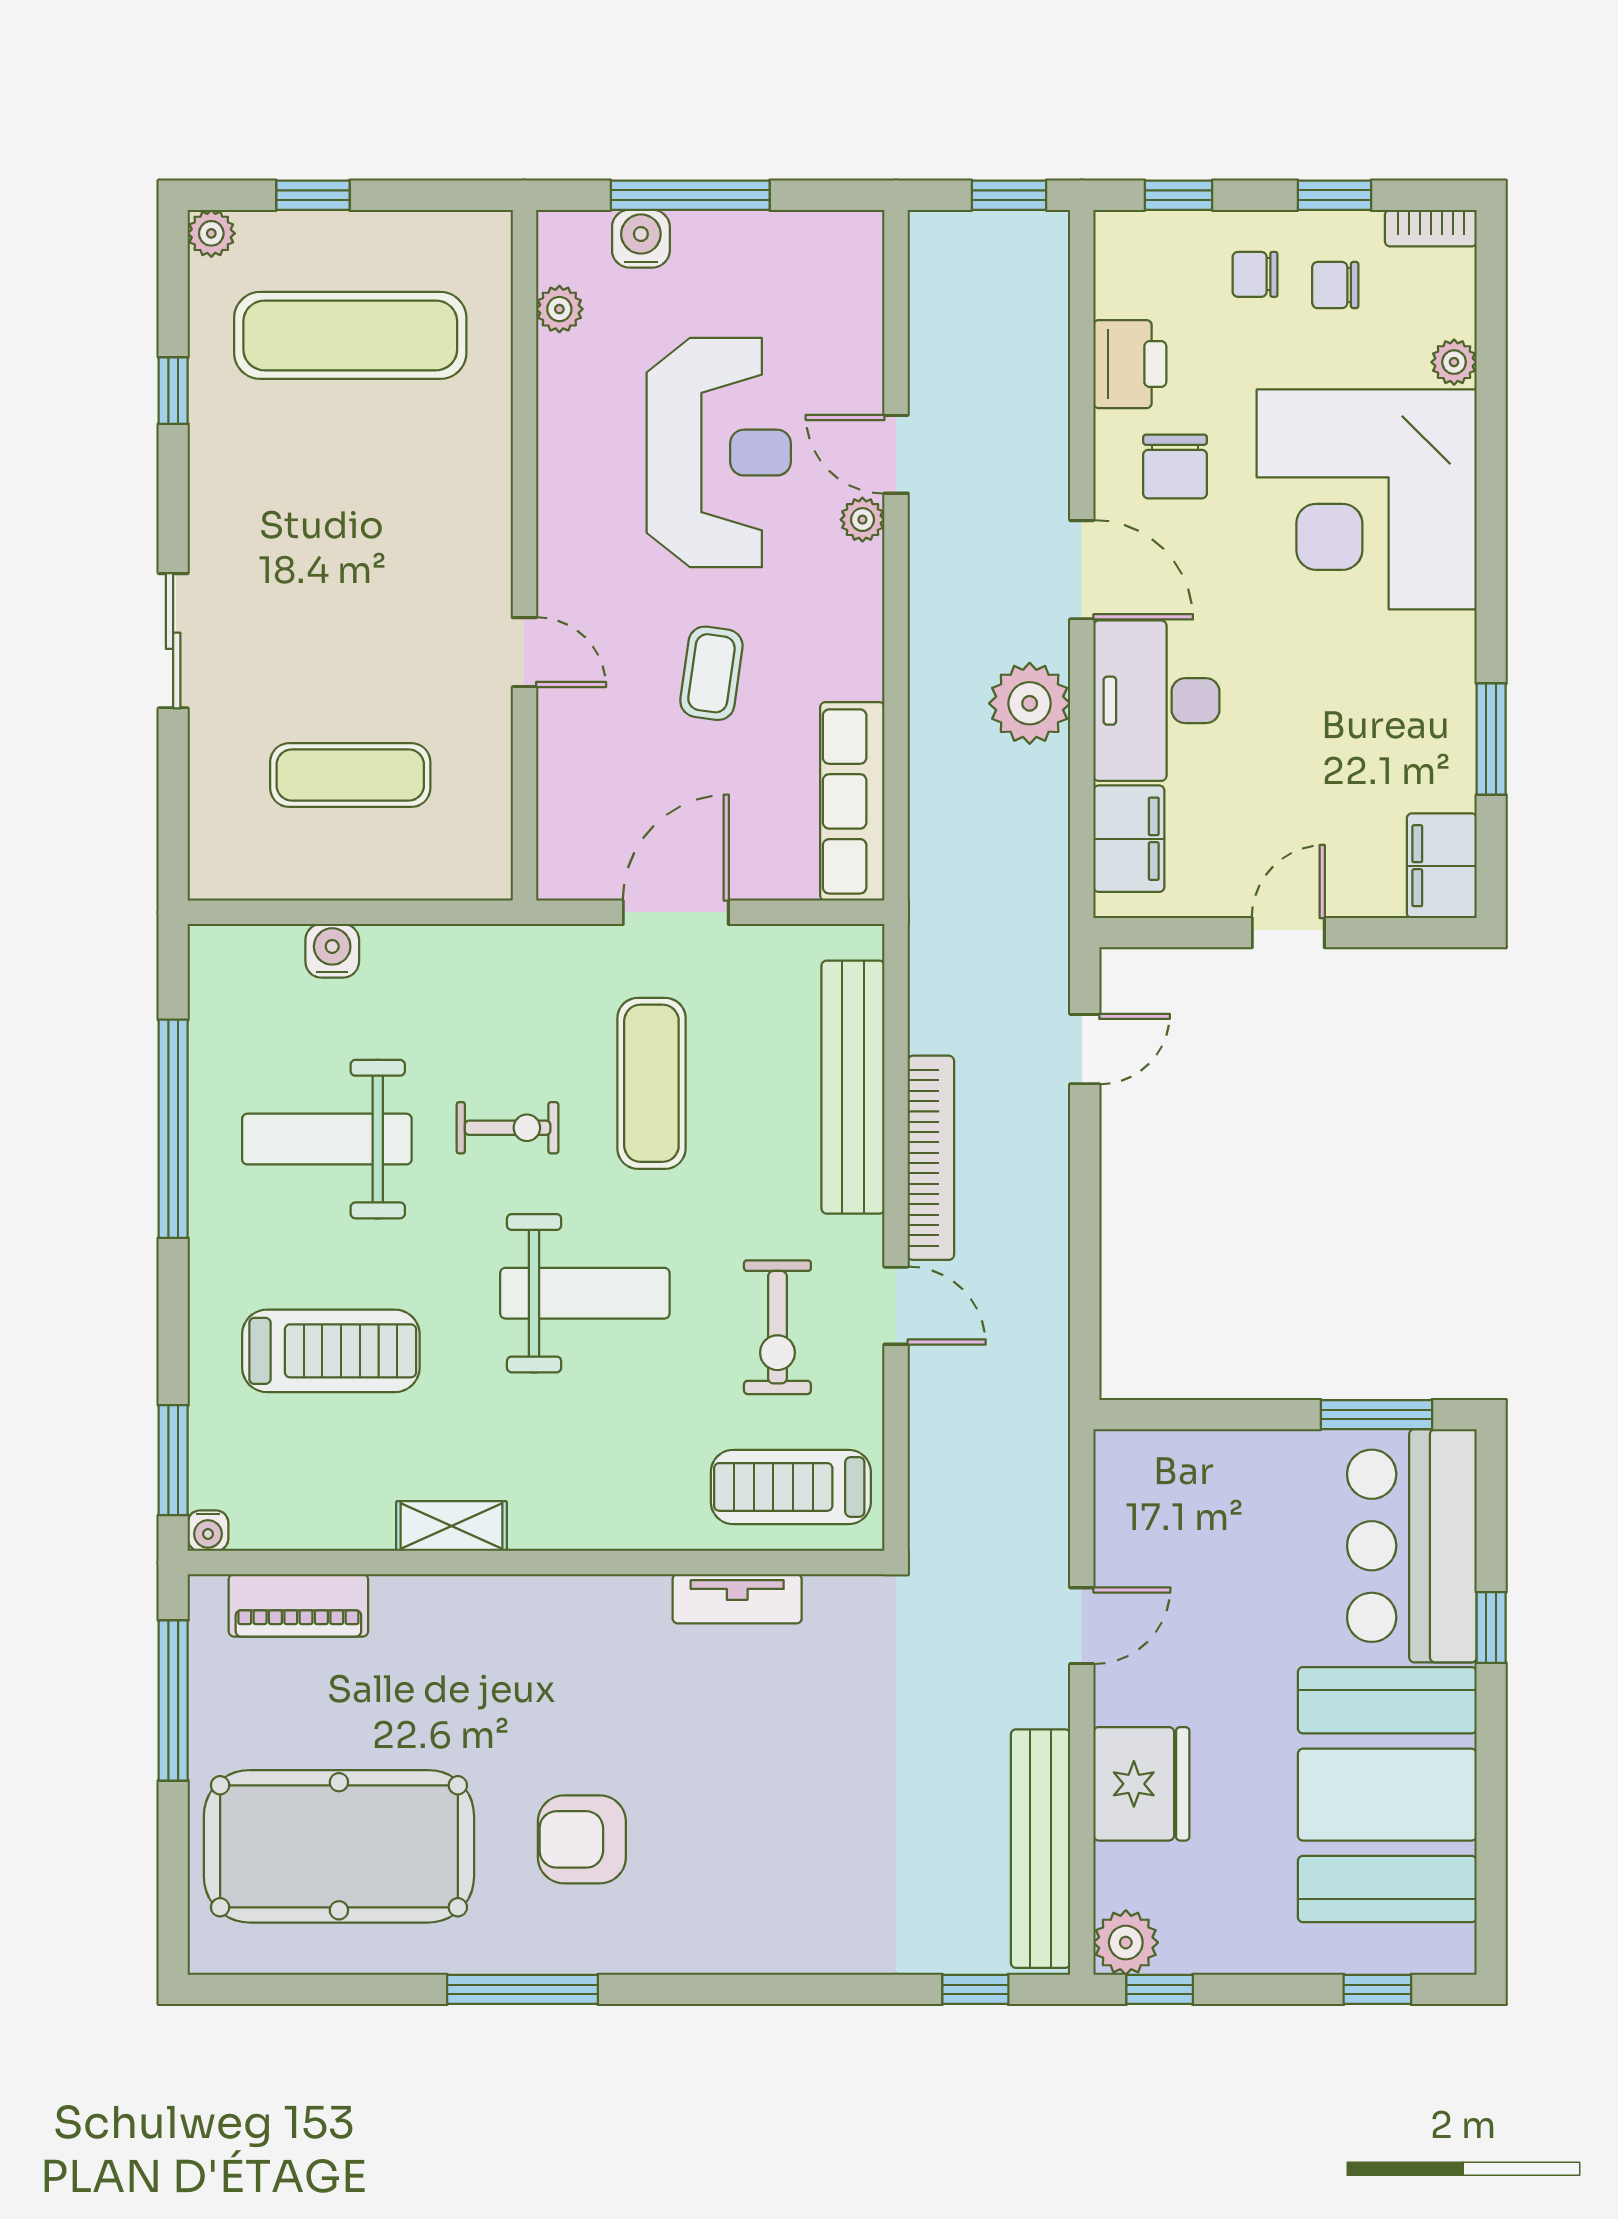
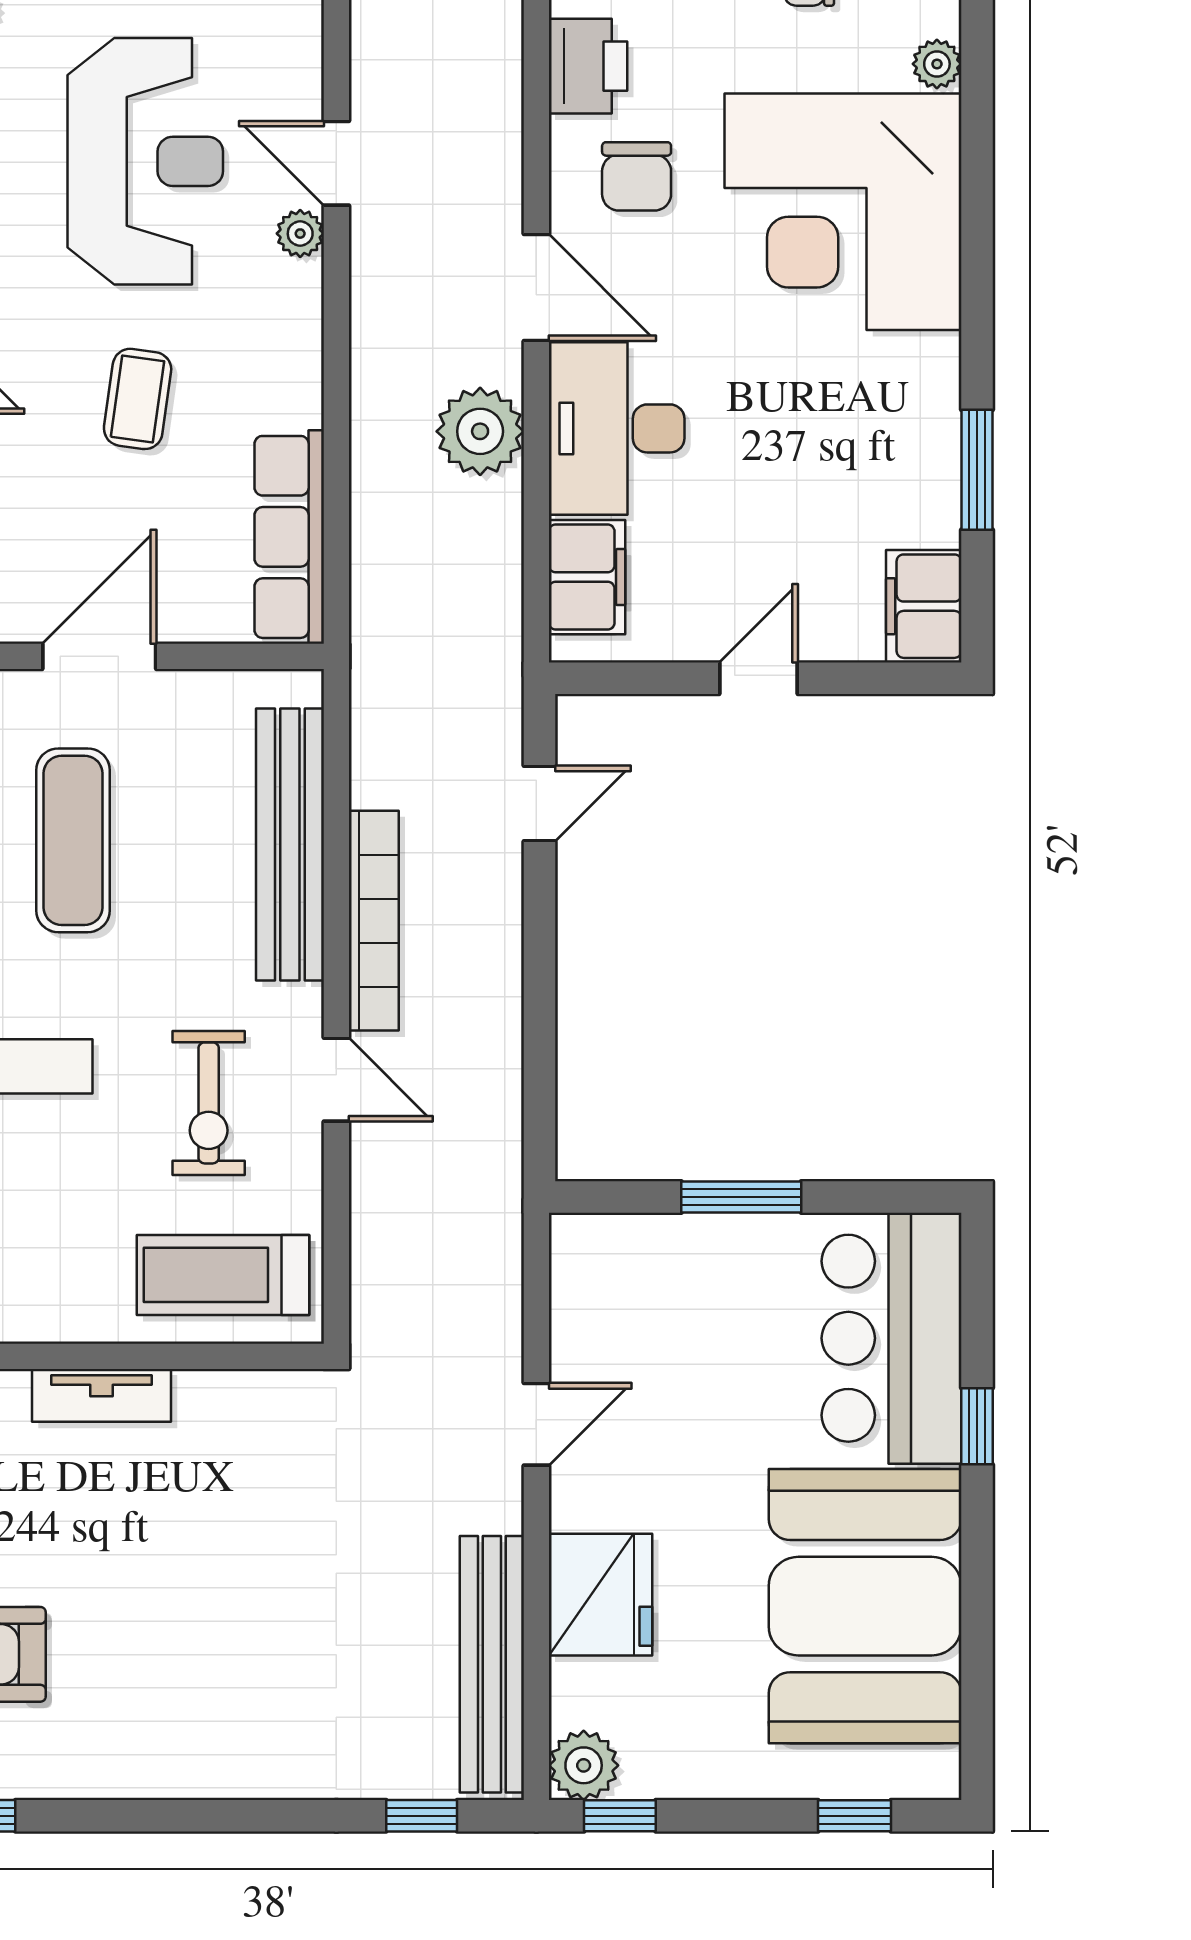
window: (1376, 1415) -> (741, 1197), moved
tv unit: (737, 1599) -> (102, 1395), moved

